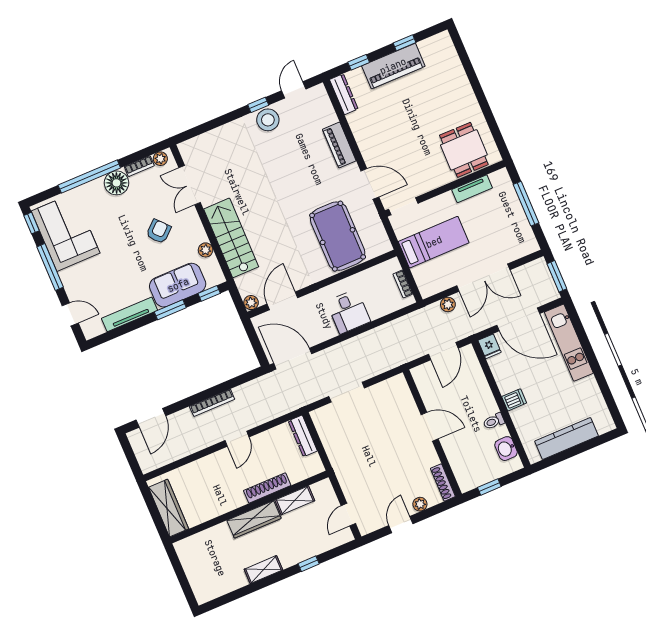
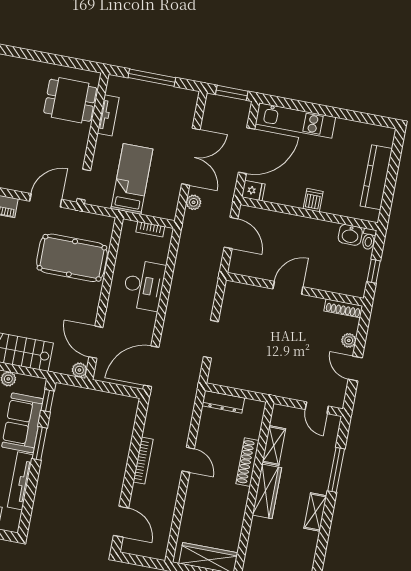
desk: (348, 312) -> (144, 285), width x1.37
toilet: (494, 421) -> (369, 239), moved
window: (309, 564) -> (336, 470), width x2.17

